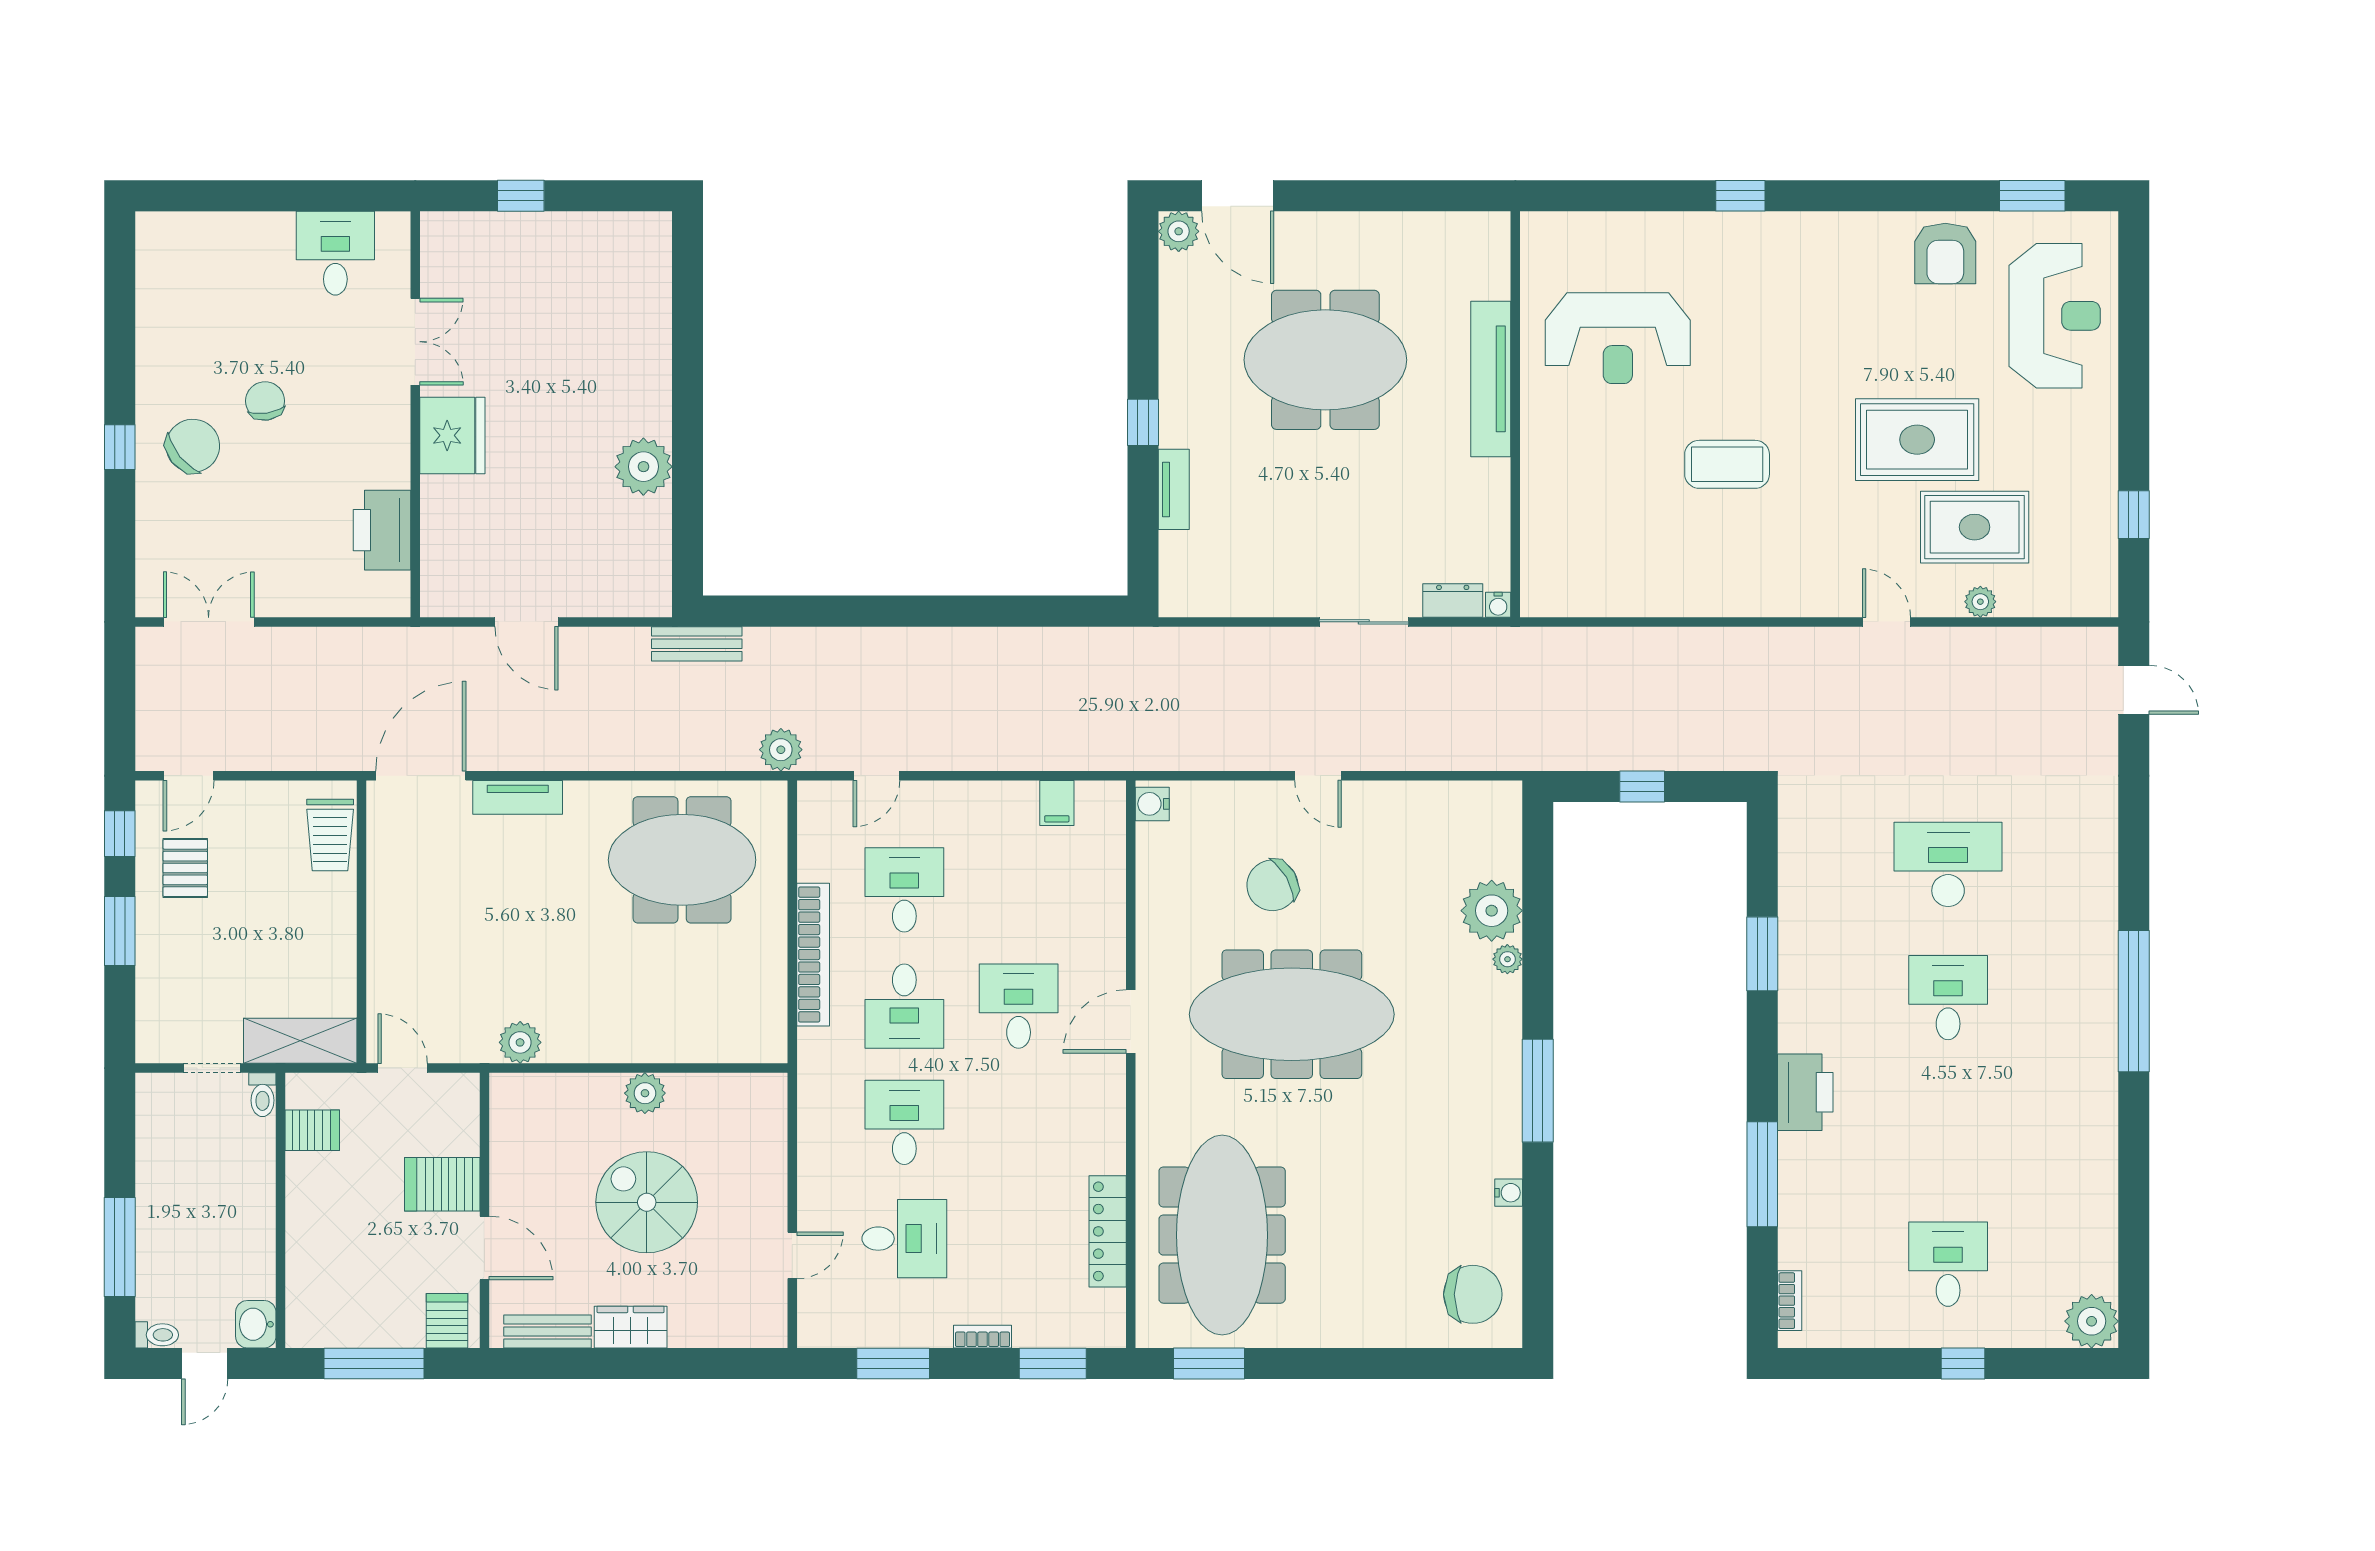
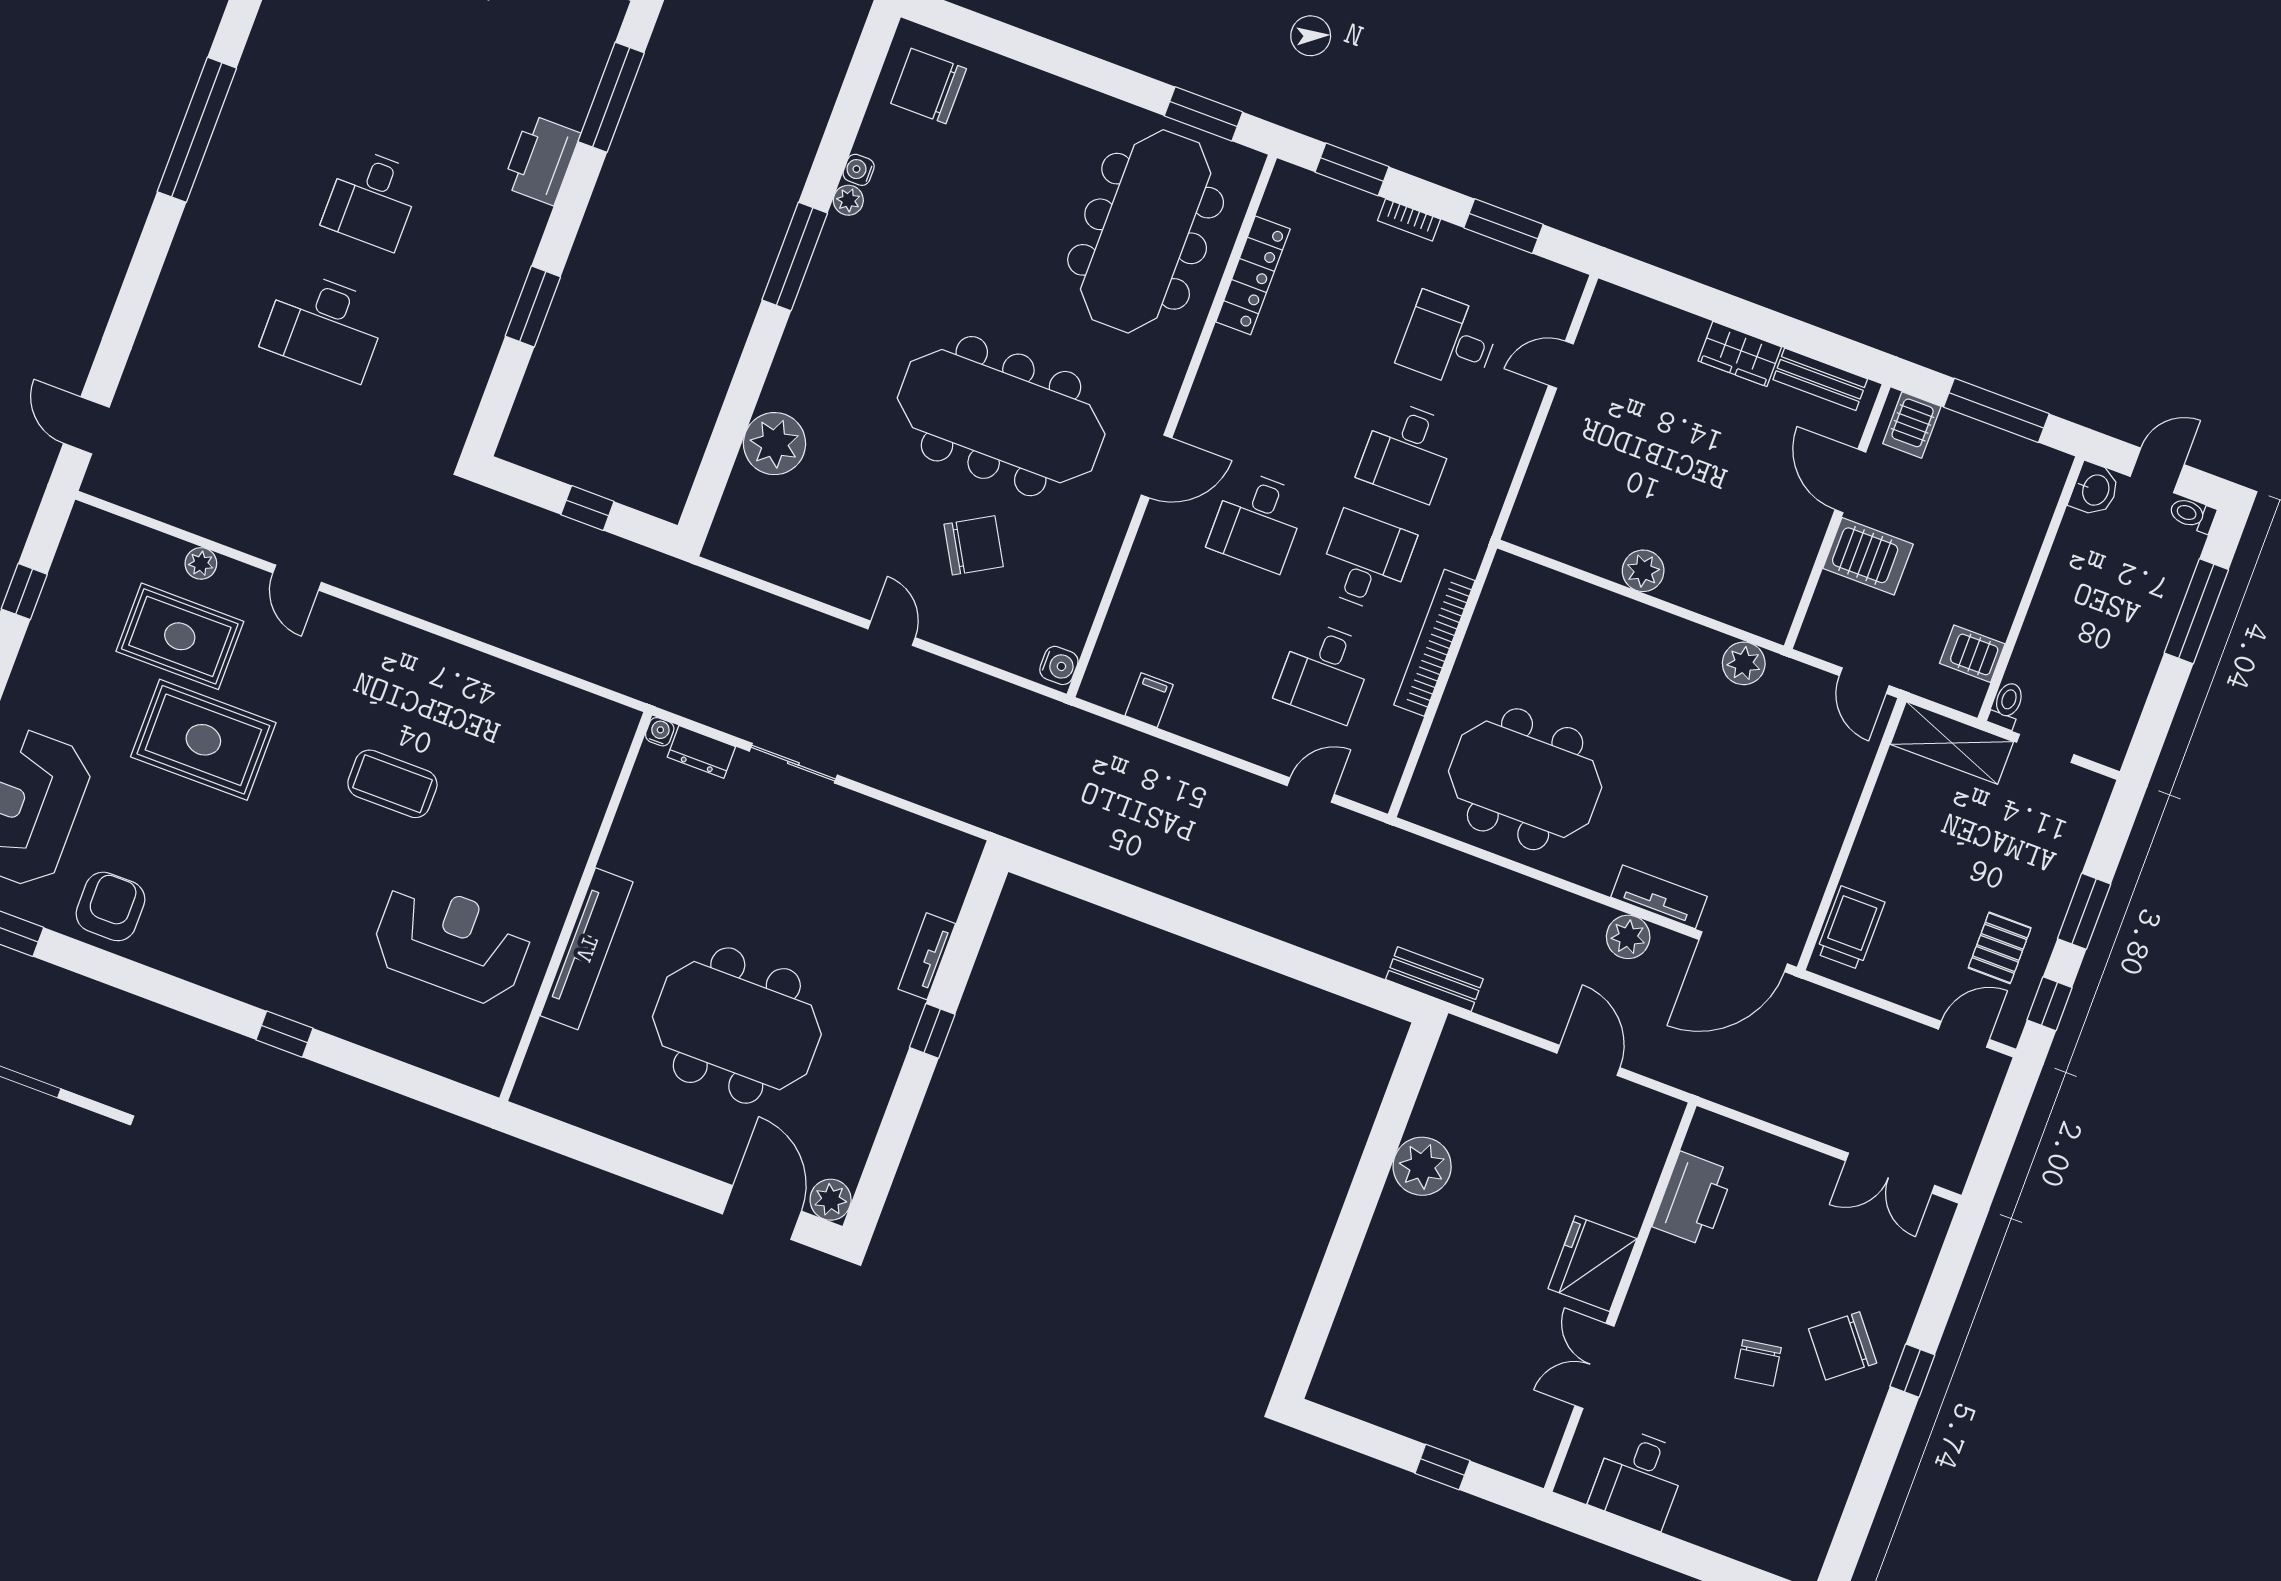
plant: (781, 750) -> (1628, 937), moved
plant: (1507, 959) -> (848, 200), moved
spiral stairs: (647, 1202) -> (1680, 467), removed

